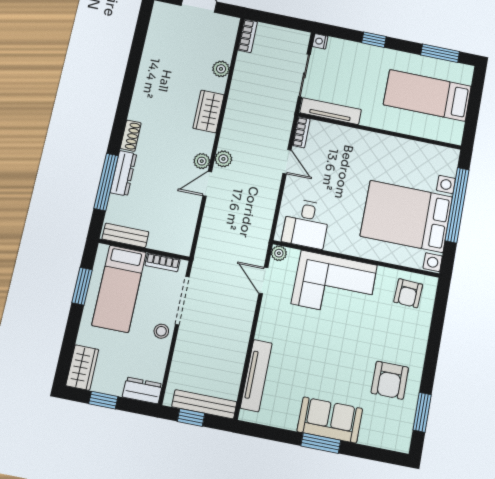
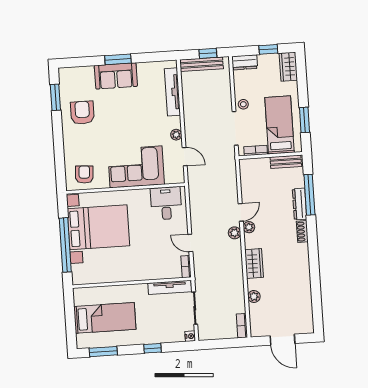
plant: (279, 253) -> (176, 135), moved

